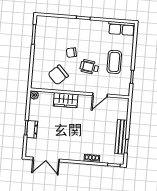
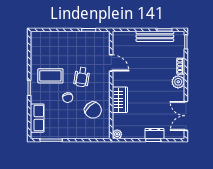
row of seats: (122, 28) -> (37, 118), moved
coffee table: (114, 62) -> (50, 76), moved
plant: (78, 155) -> (178, 82), added
double door: (46, 159) -> (186, 116), swing flipped

